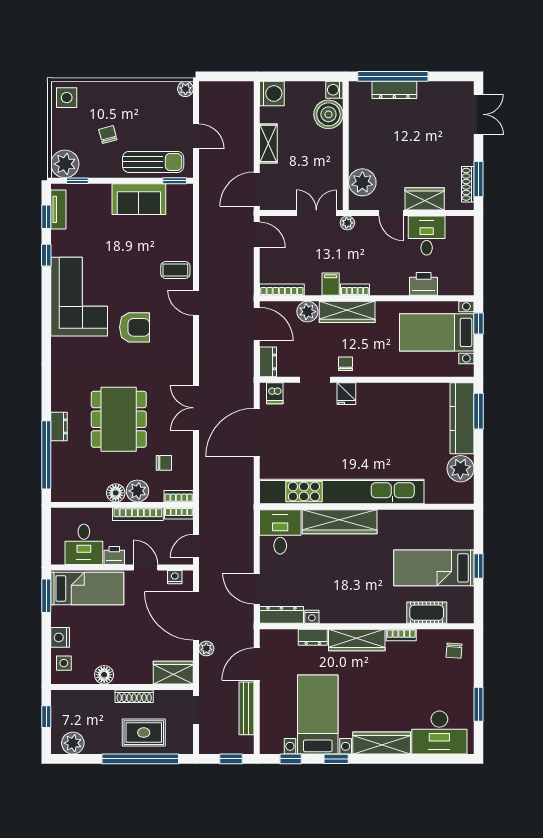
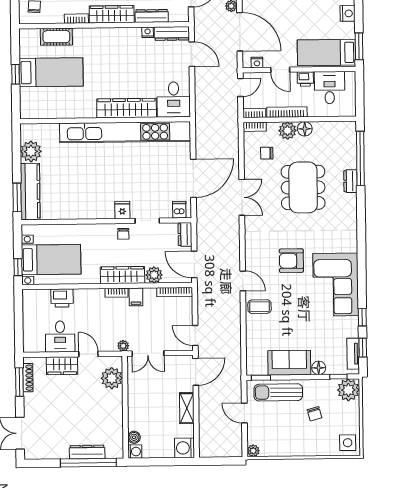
boiler: (328, 114) -> (134, 437), width x0.54, depth x0.54
floor lamp: (102, 192) -> (319, 368), added
dresser: (313, 637) -> (152, 16), width x1.44

